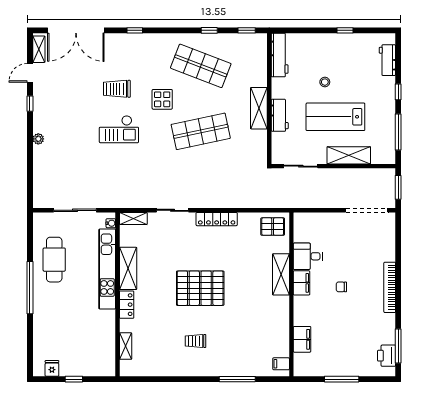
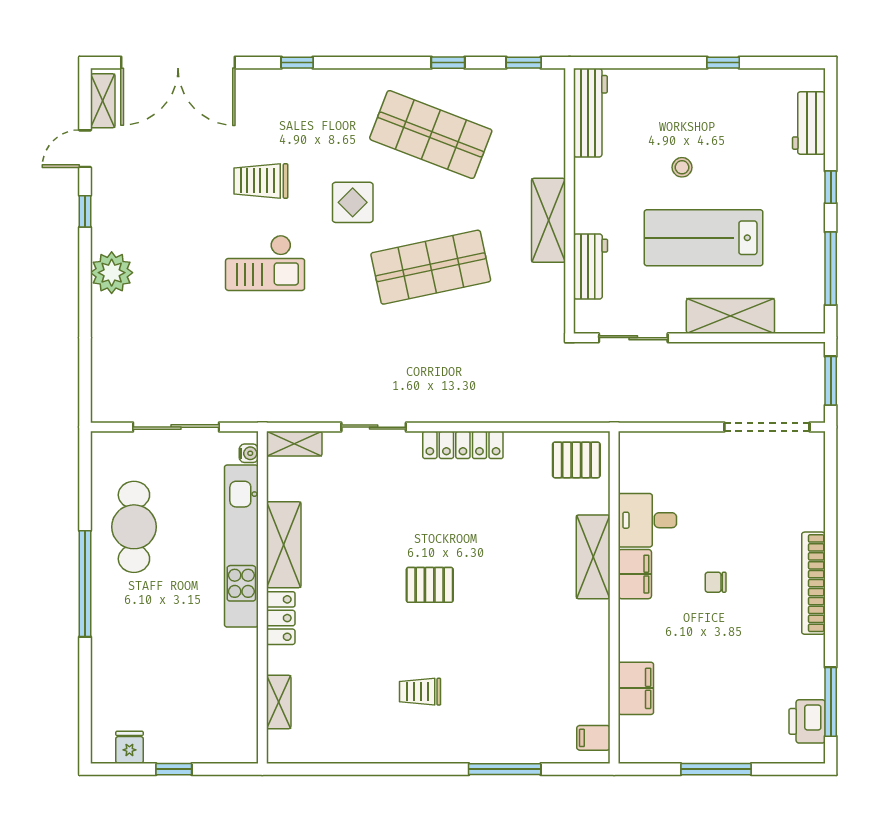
workbench: (280, 115) -> (591, 266), moved
plant: (38, 139) -> (112, 273), width x1.88, depth x1.88
pallet: (200, 288) -> (430, 585), width x0.49, depth x0.50

